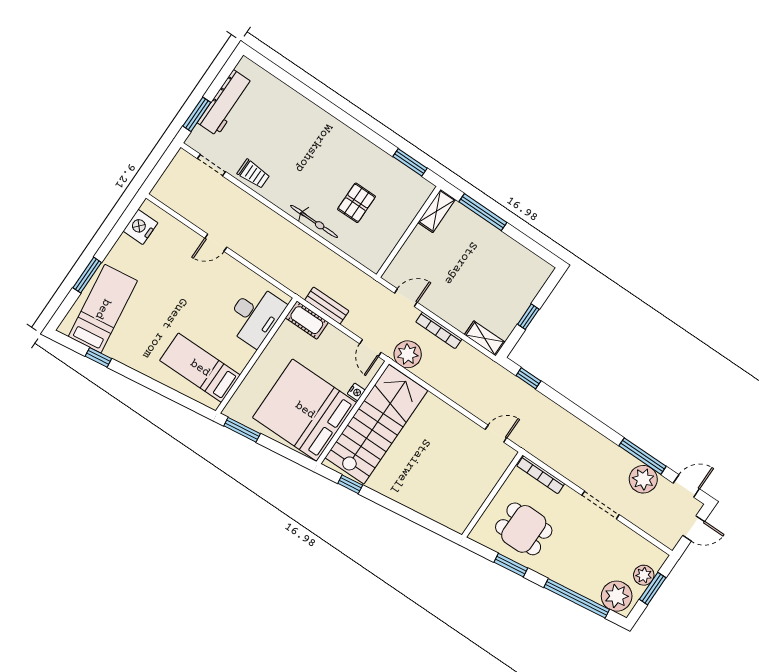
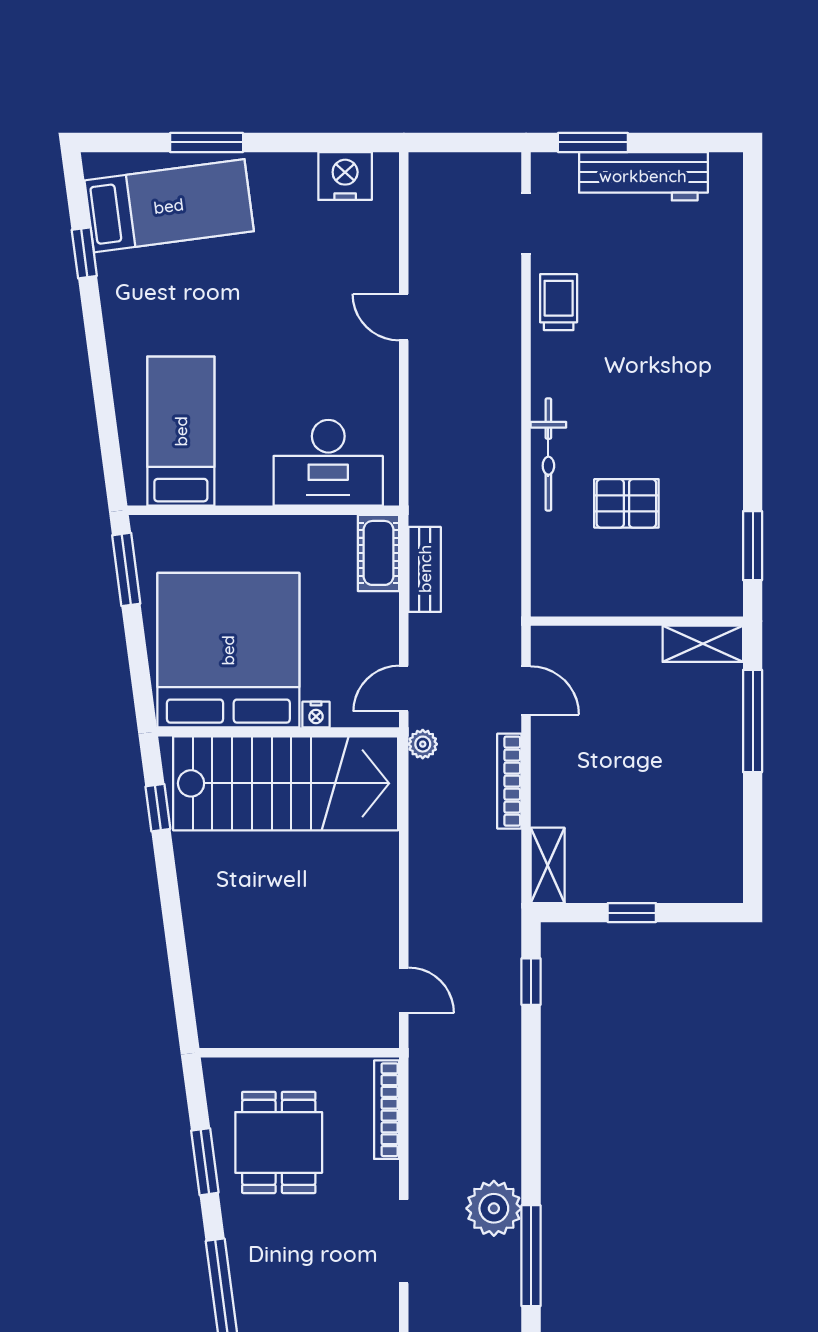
trolley: (254, 174) -> (559, 302), turned 180
plant: (408, 354) -> (423, 744), width x0.53, depth x0.53
plant: (643, 479) -> (494, 1208), moved

